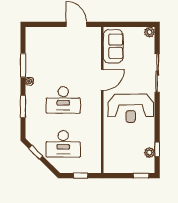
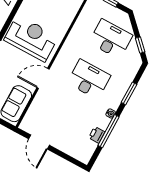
printer: (31, 57) -> (97, 135), added
window: (23, 65) -> (109, 131), width x1.44

